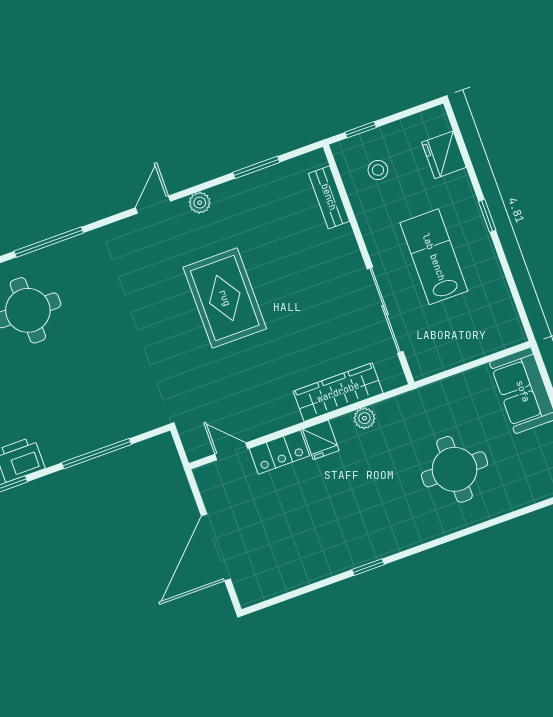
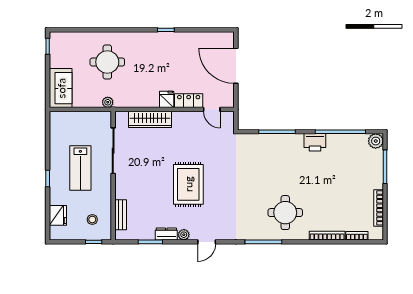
dresser: (232, 192) -> (166, 234), added
plant: (364, 418) -> (108, 102), moved
door: (216, 547) -> (236, 66), swing flipped

